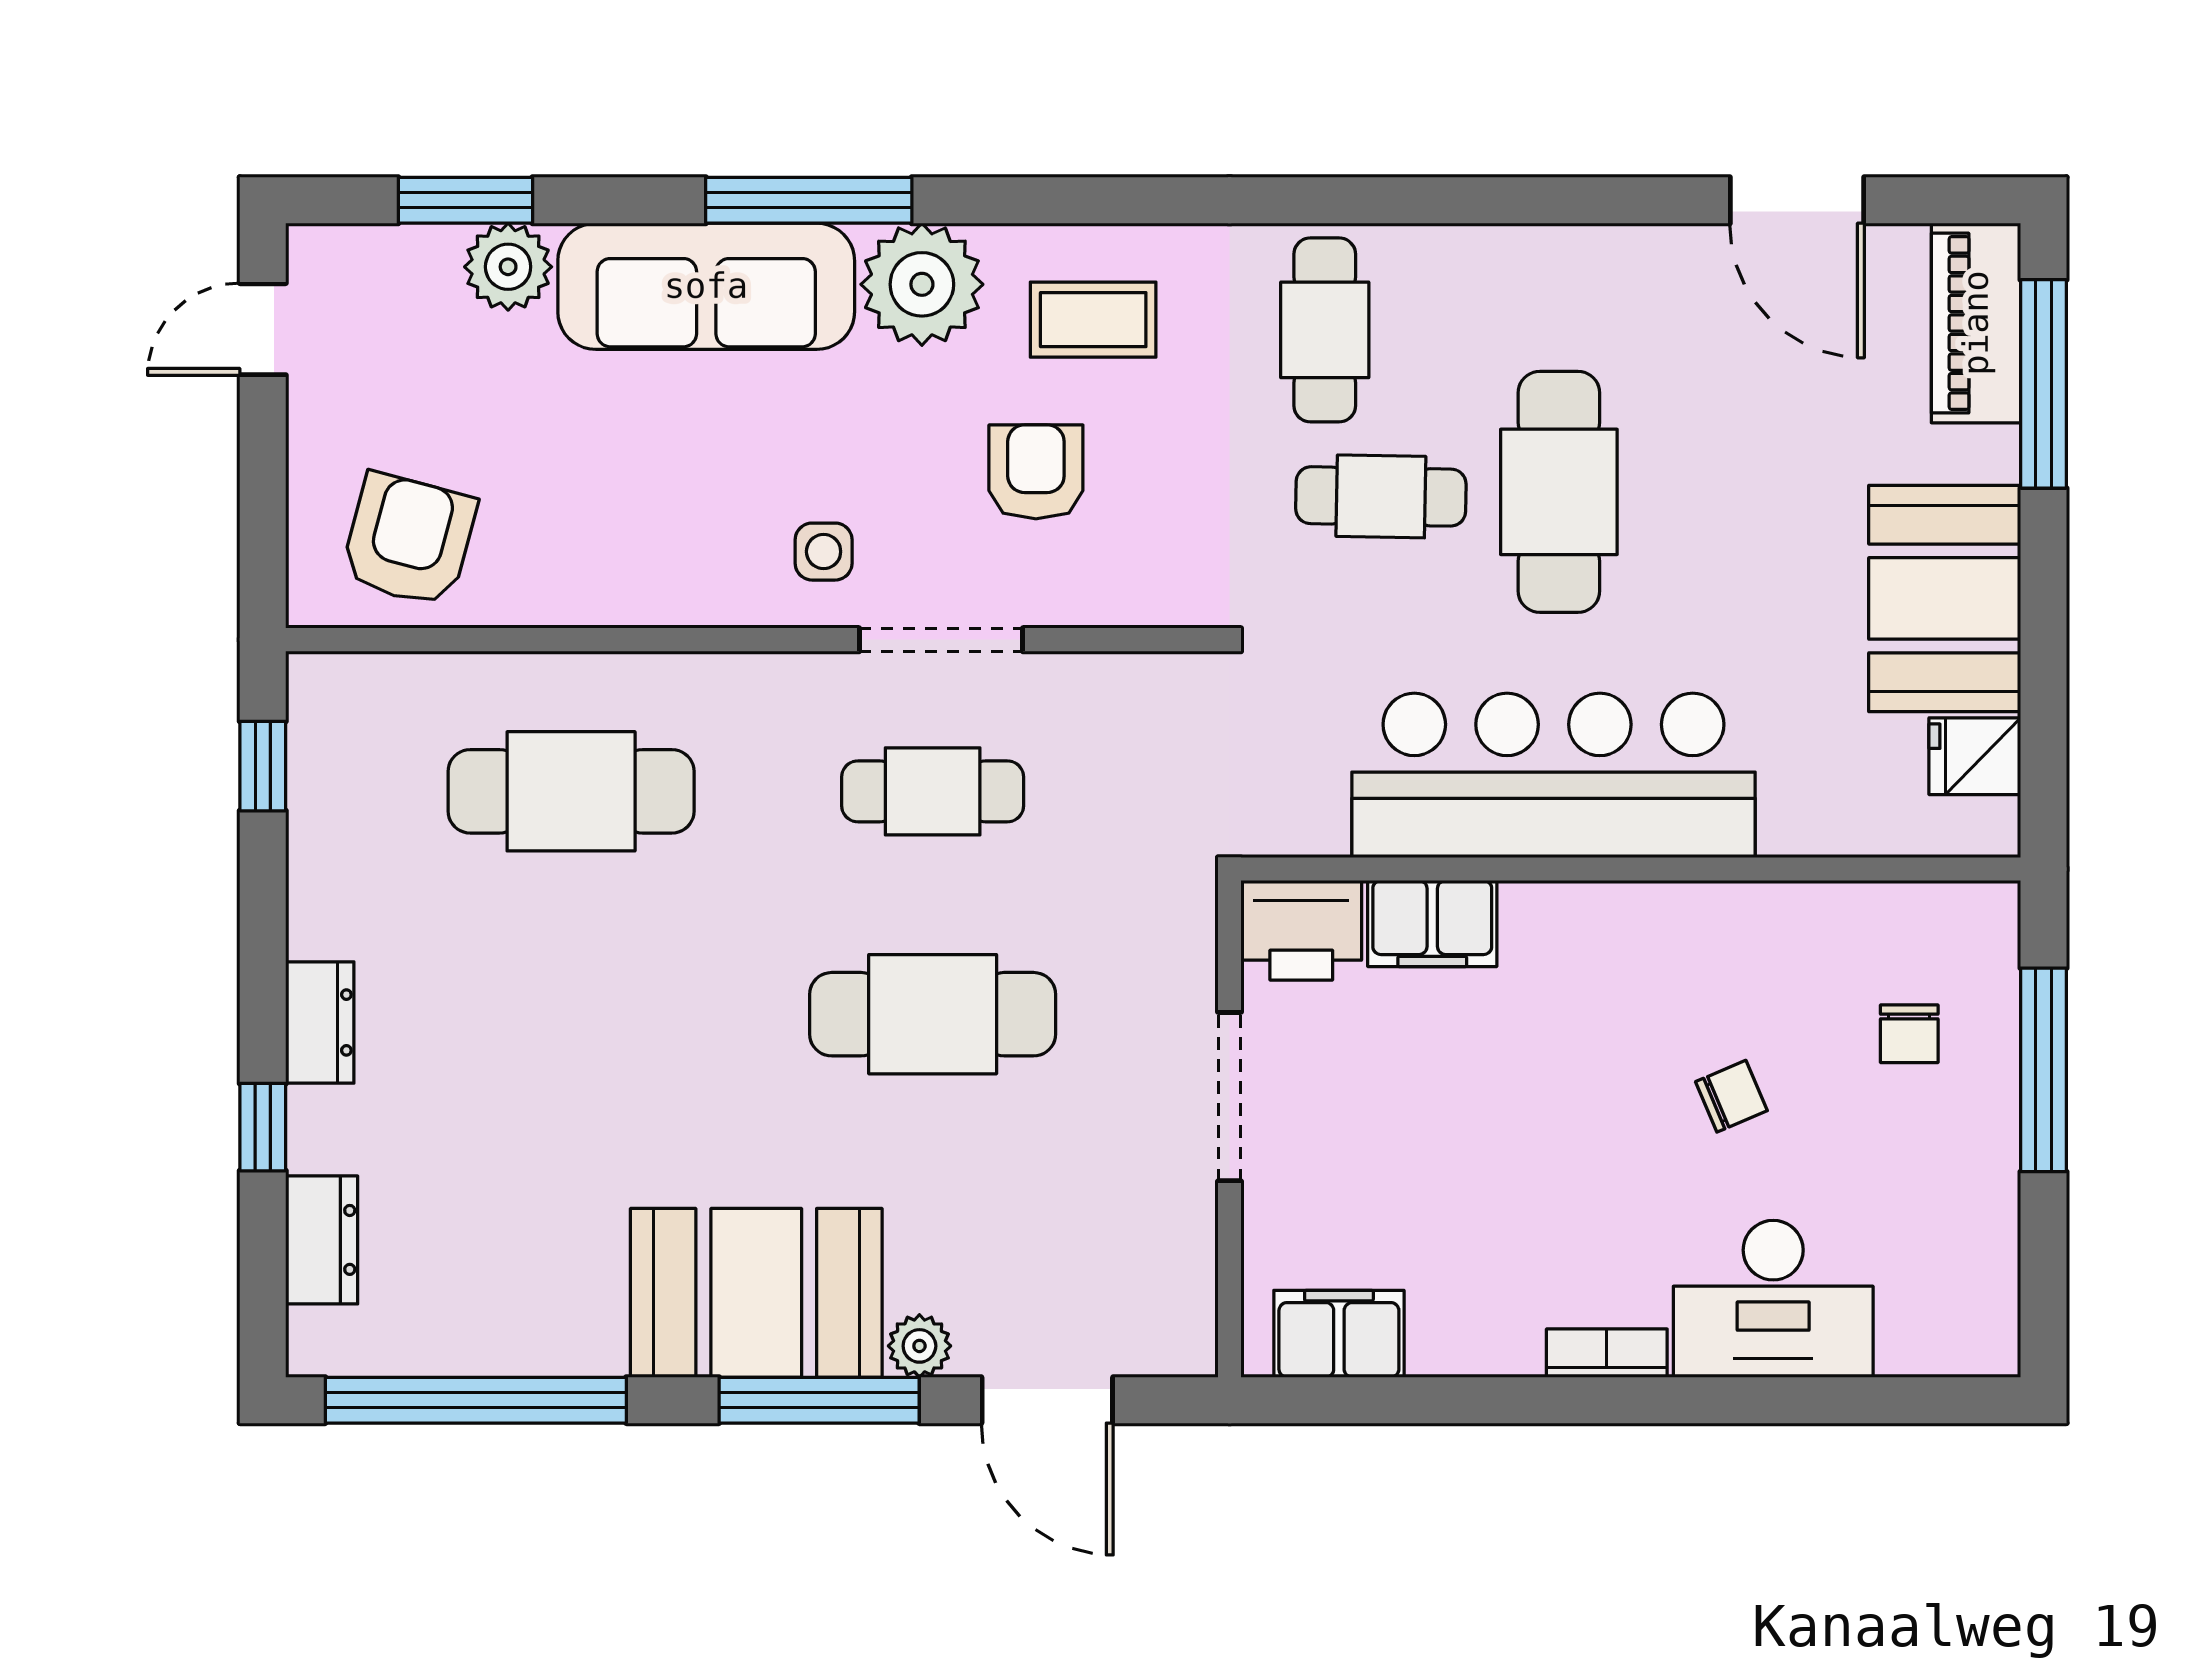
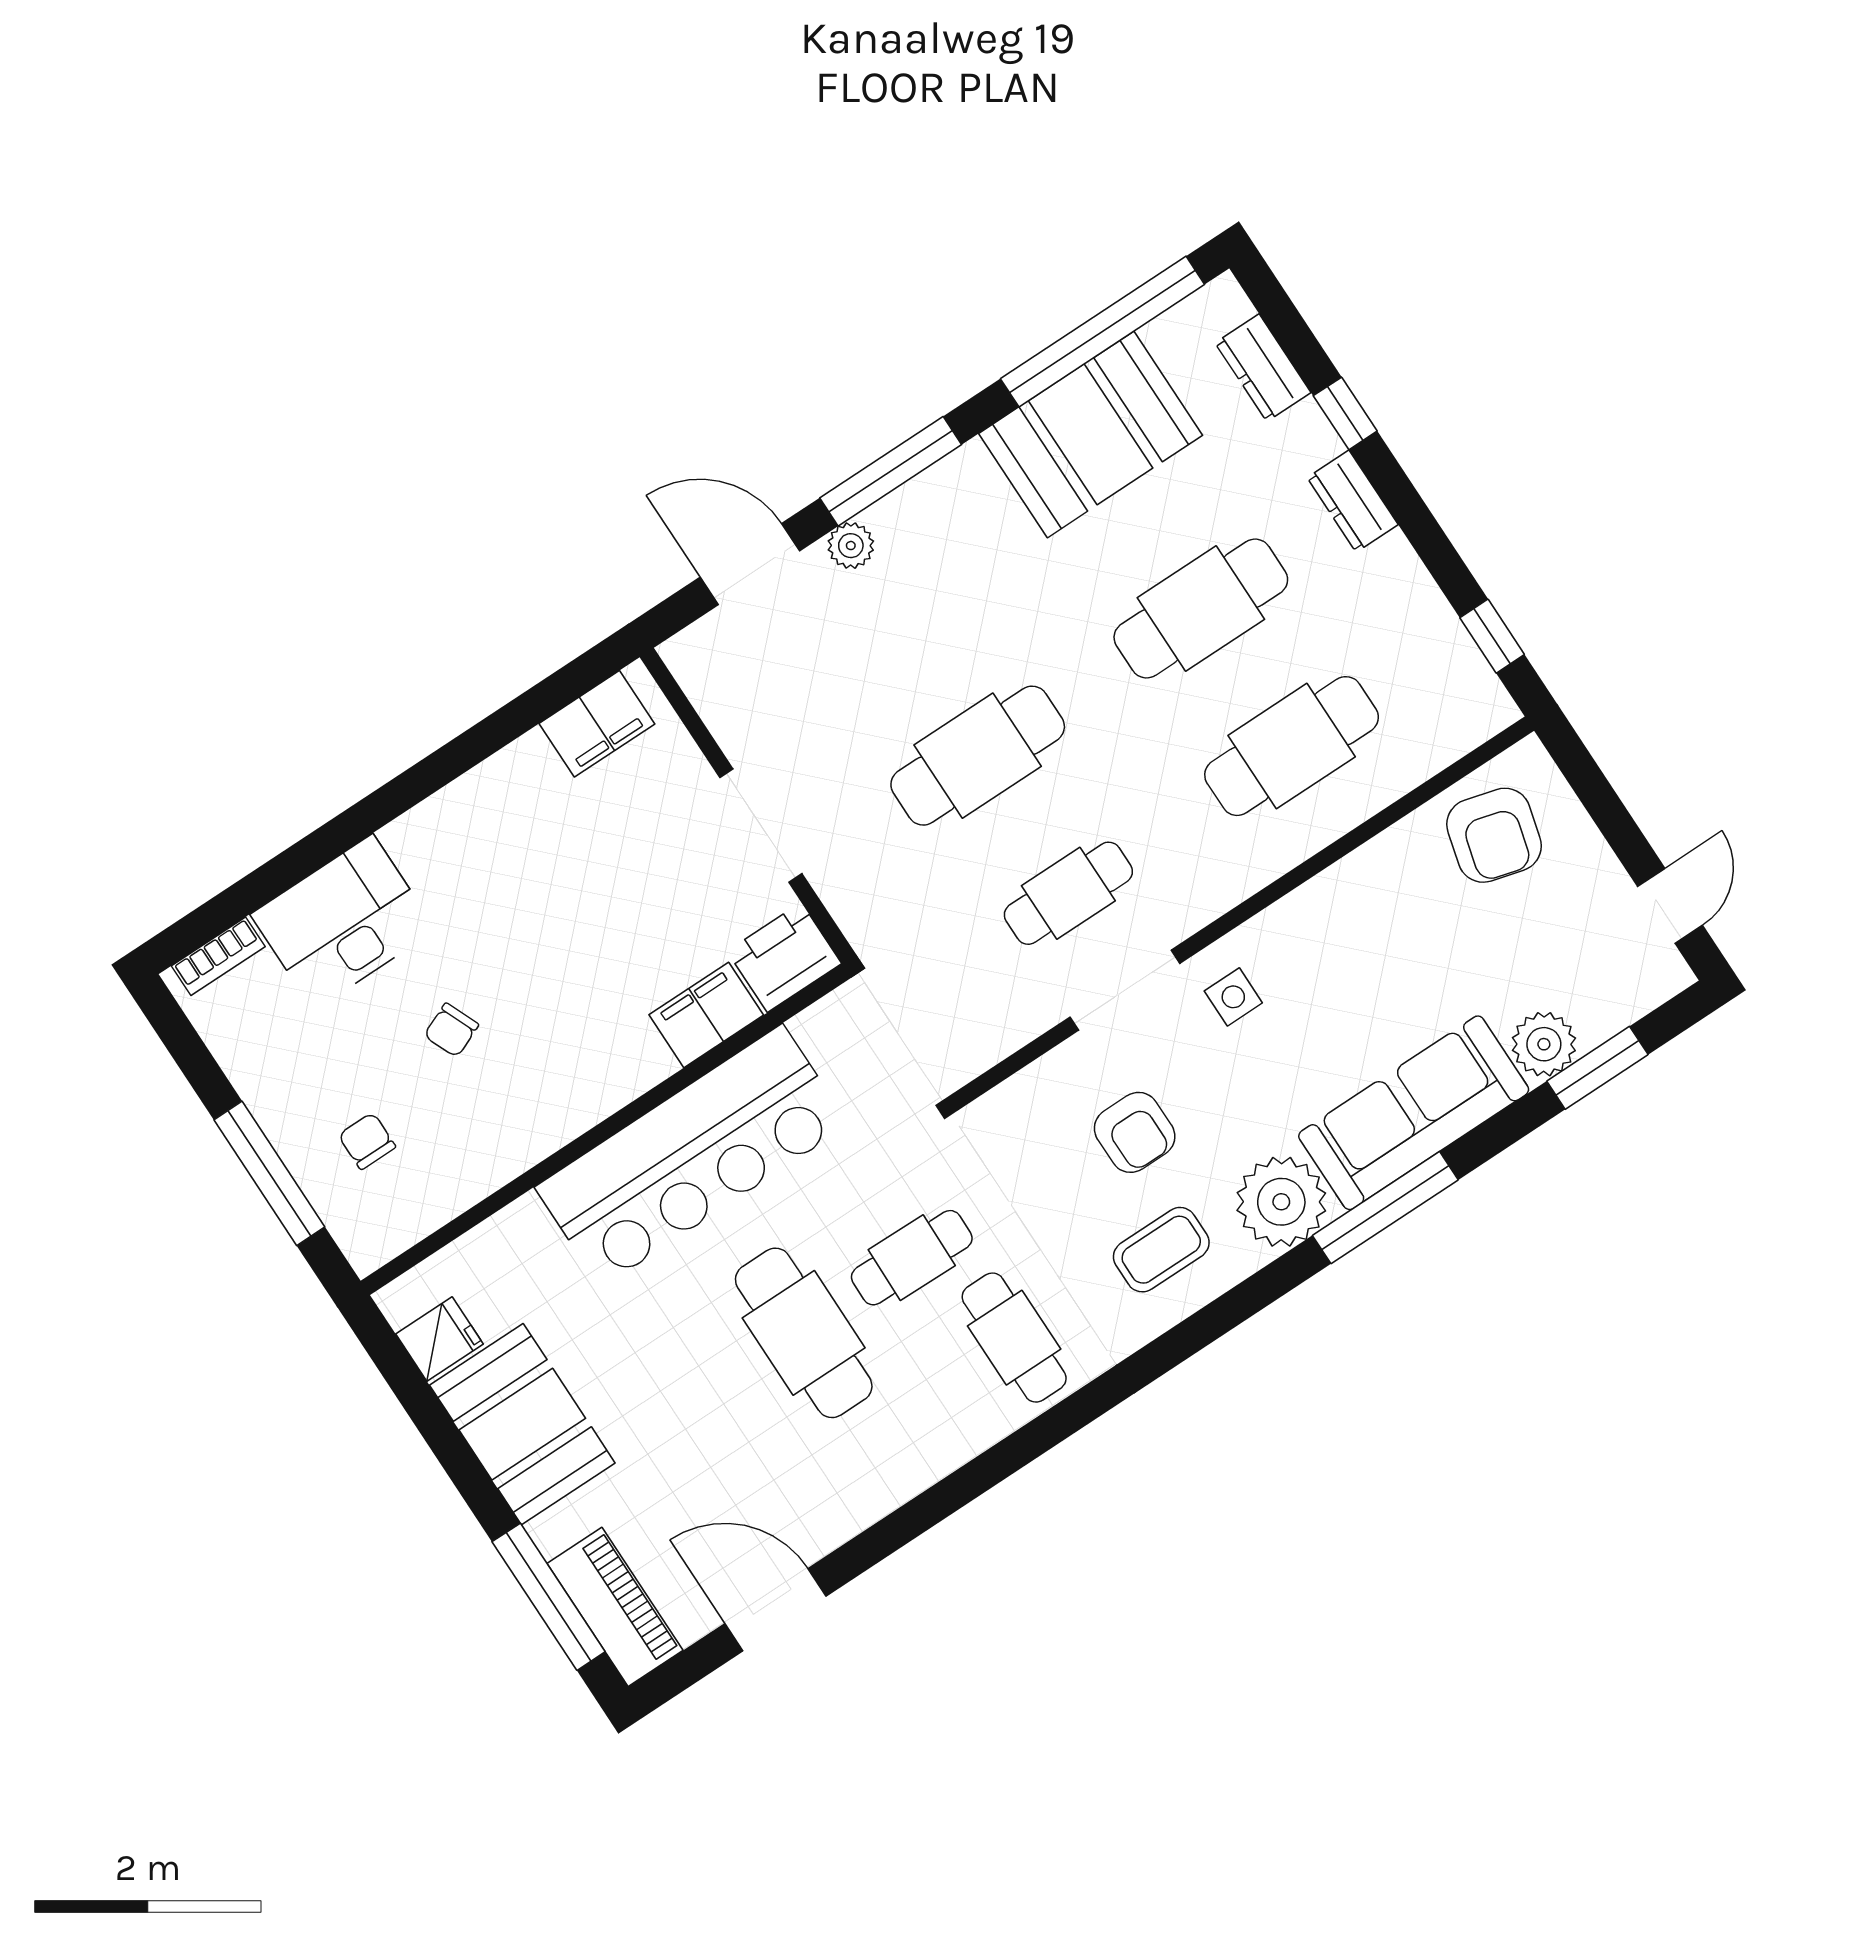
cafe table: (571, 1014) -> (1201, 608), added
booth: (756, 1293) -> (1091, 434), moved
bookcase: (1607, 1353) -> (218, 956), moved

